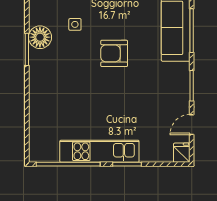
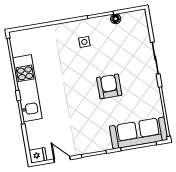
side table: (75, 24) -> (84, 42), moved
floor lamp: (40, 37) -> (116, 19), width x0.53, depth x0.53

